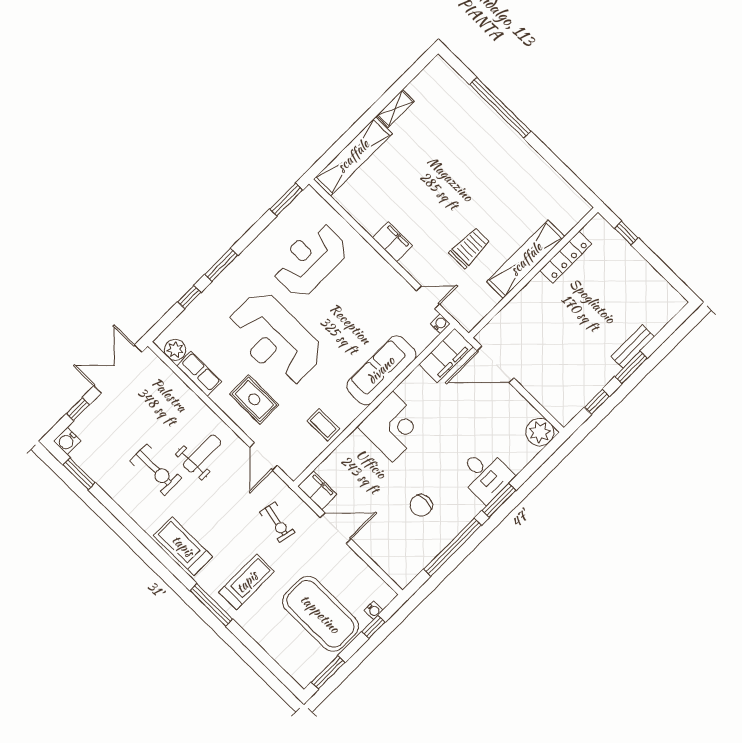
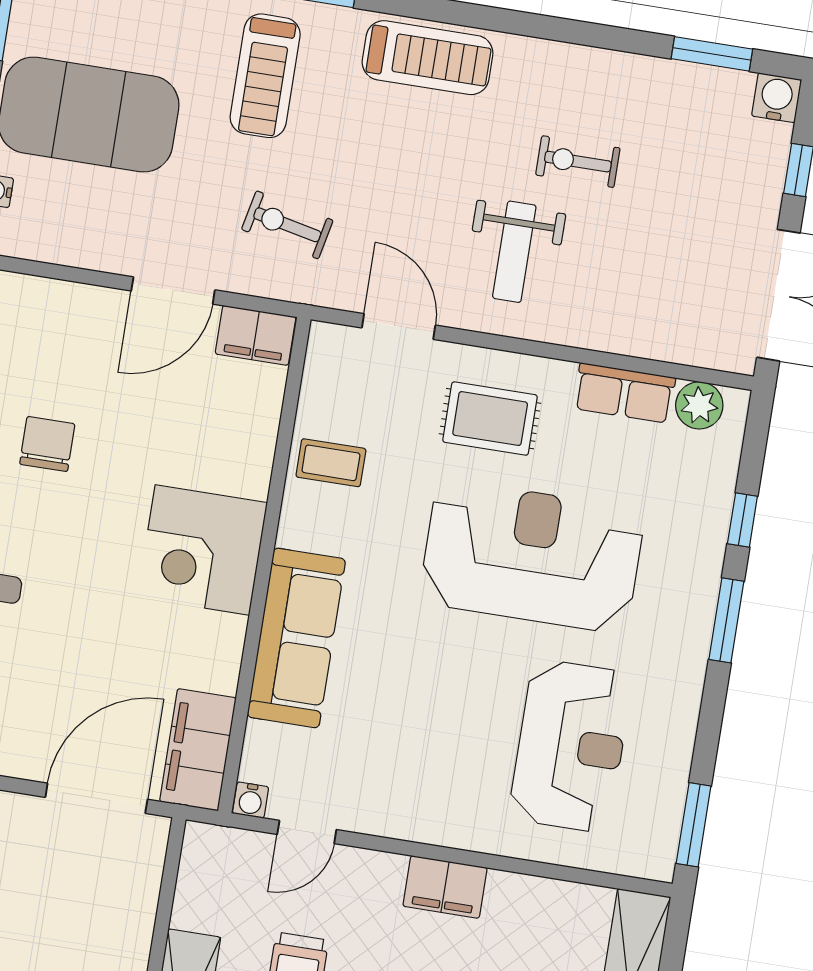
exercise bike: (156, 470) -> (578, 162), width x0.73, depth x0.72

